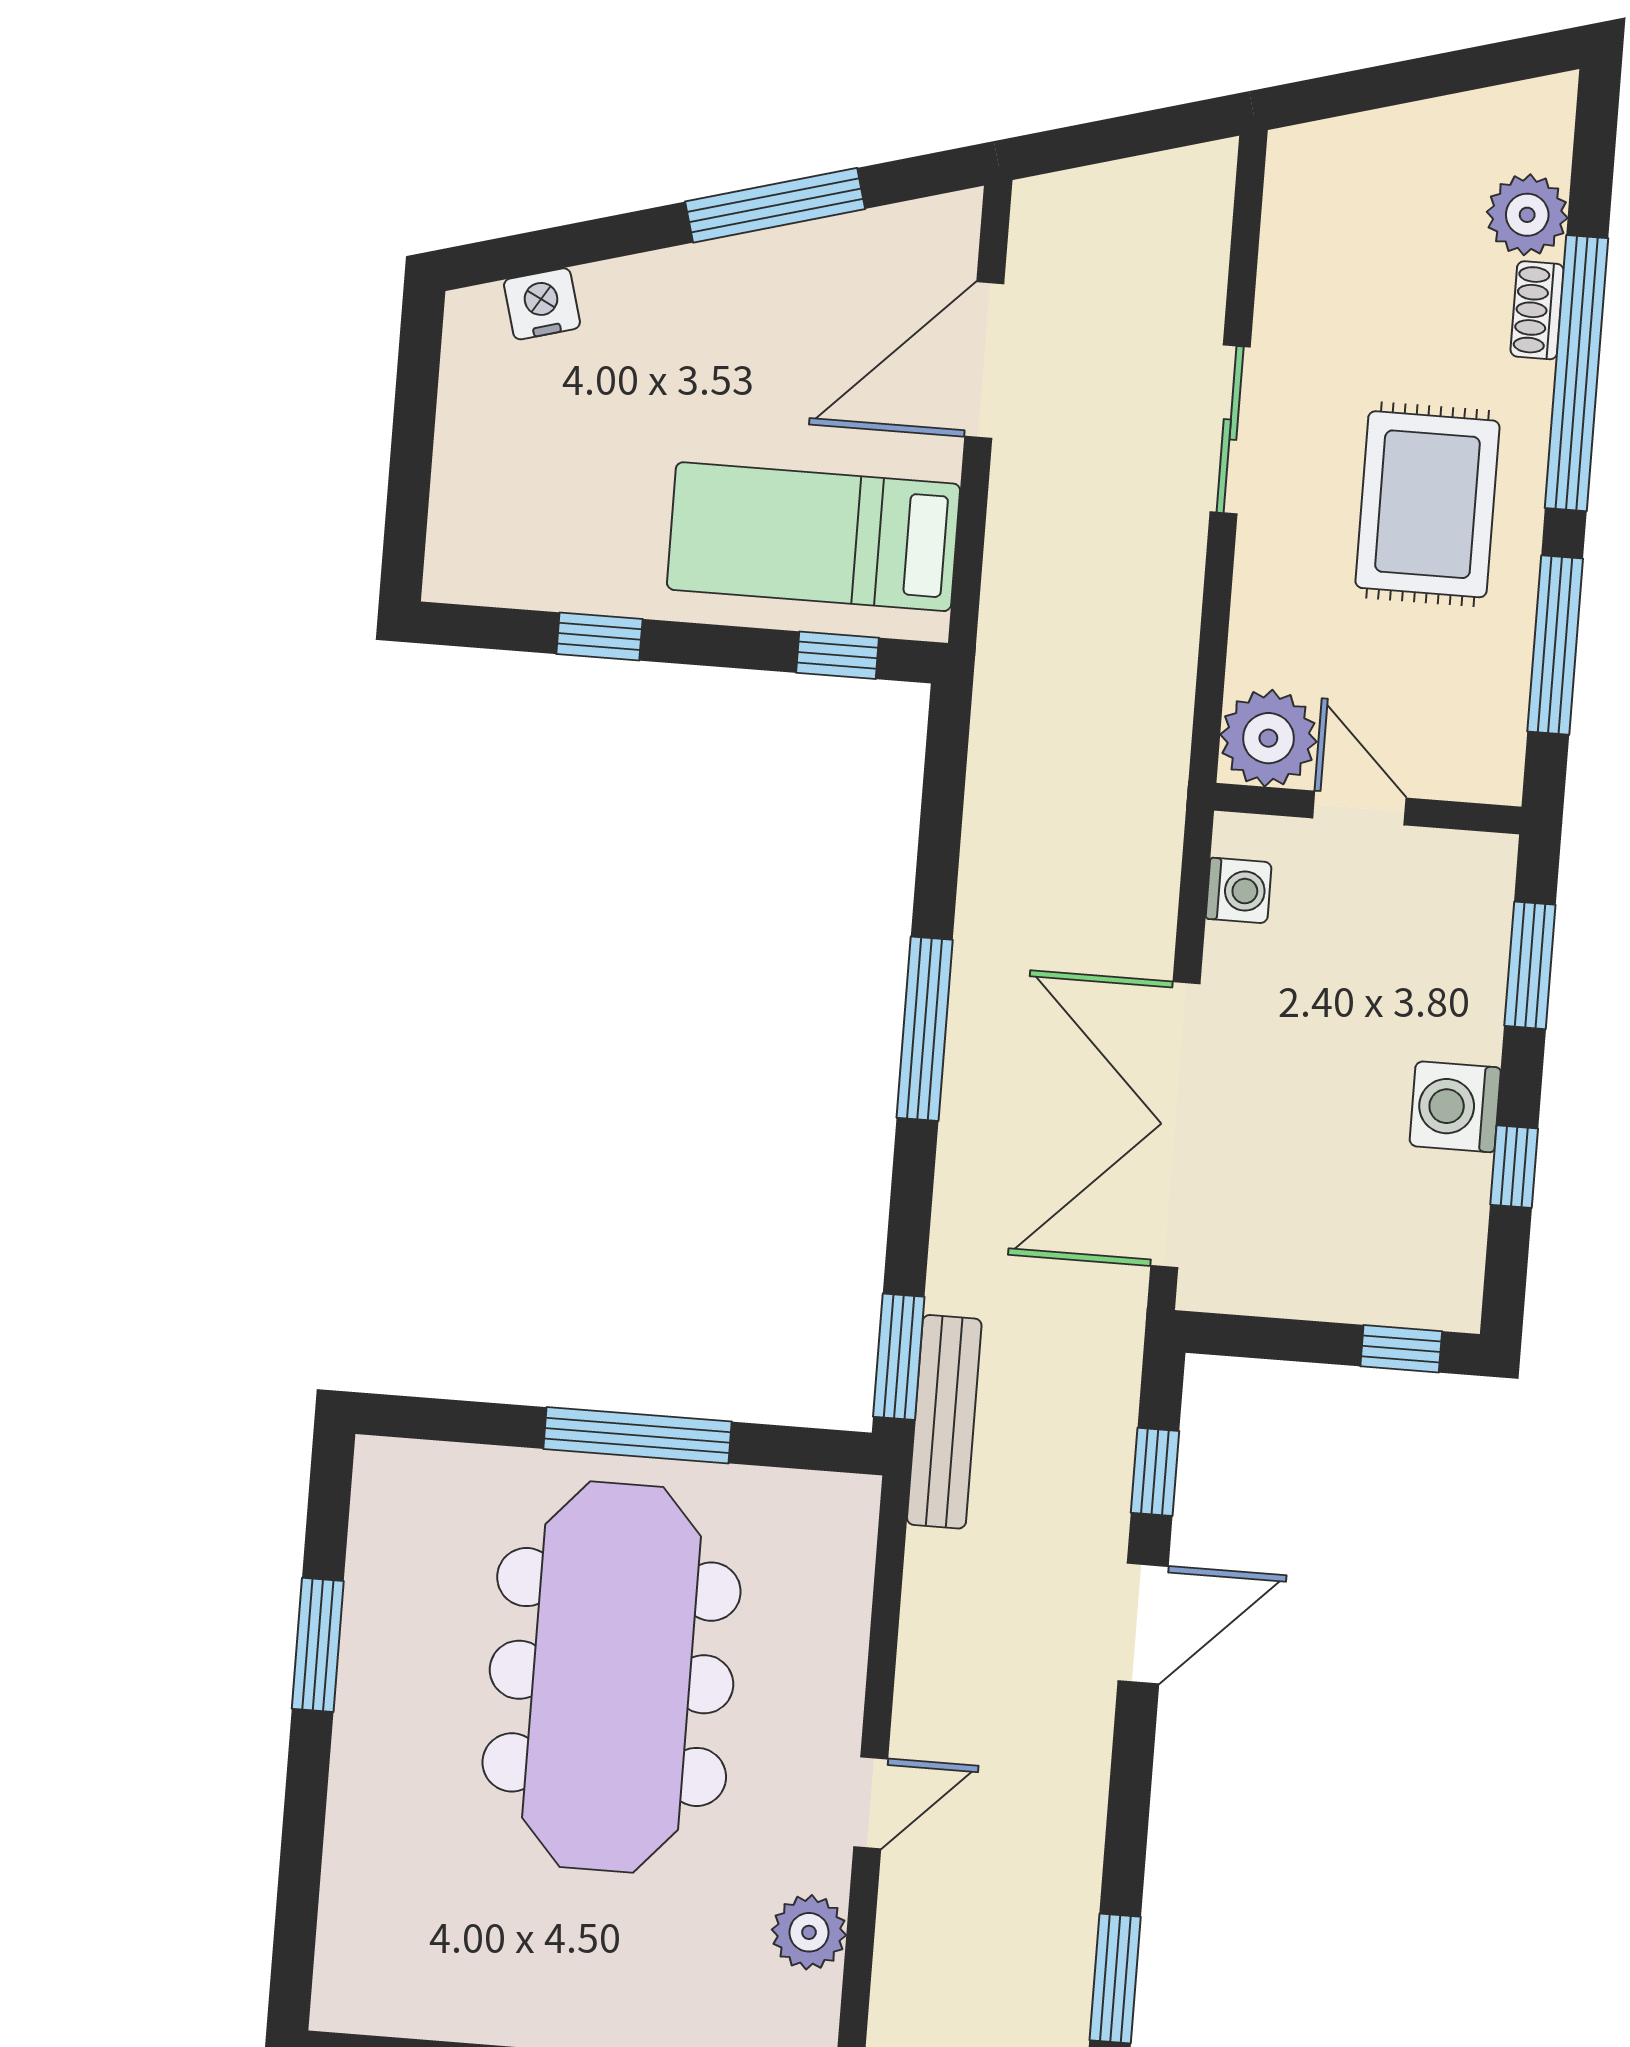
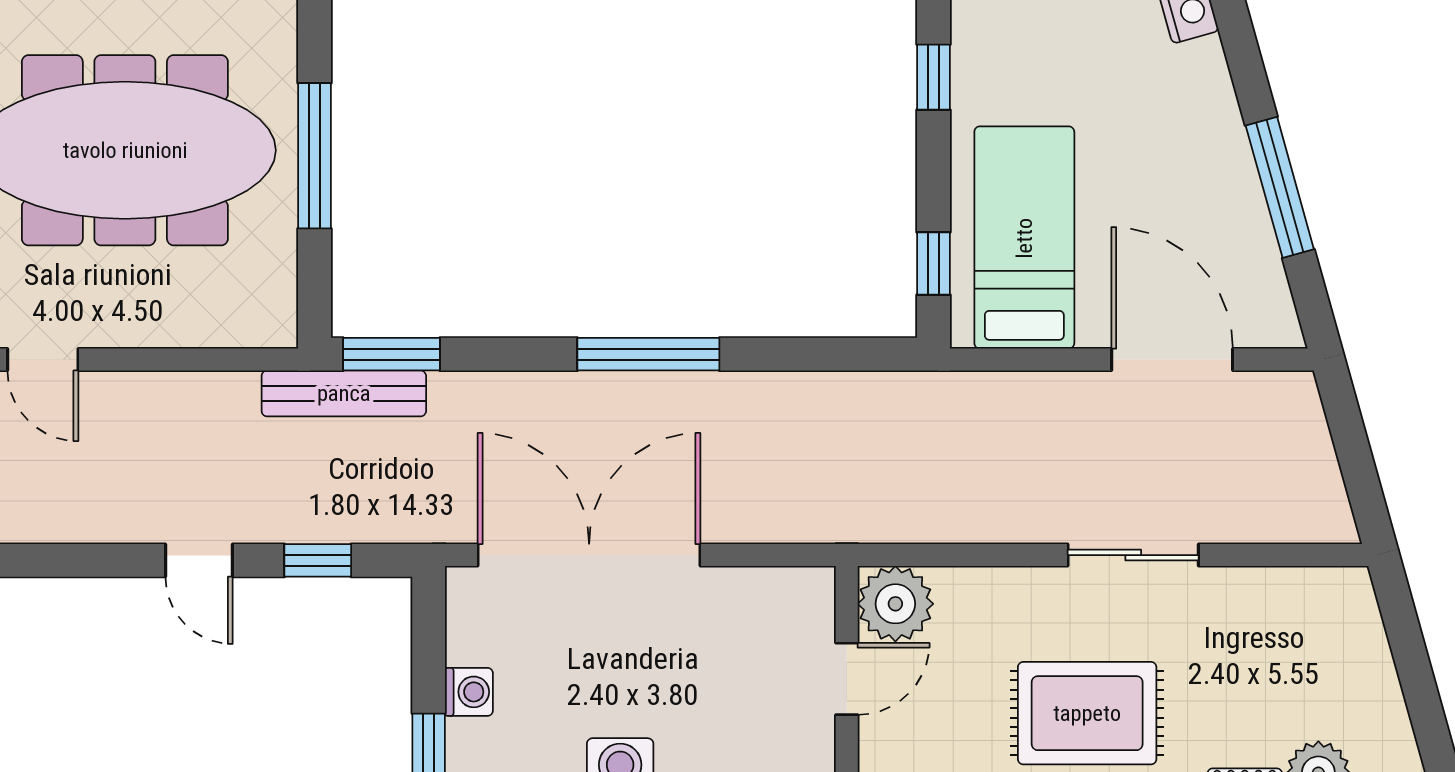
washing machine: (1239, 891) -> (469, 692), moved, turned -90
door: (1143, 1623) -> (199, 560), width x0.73

